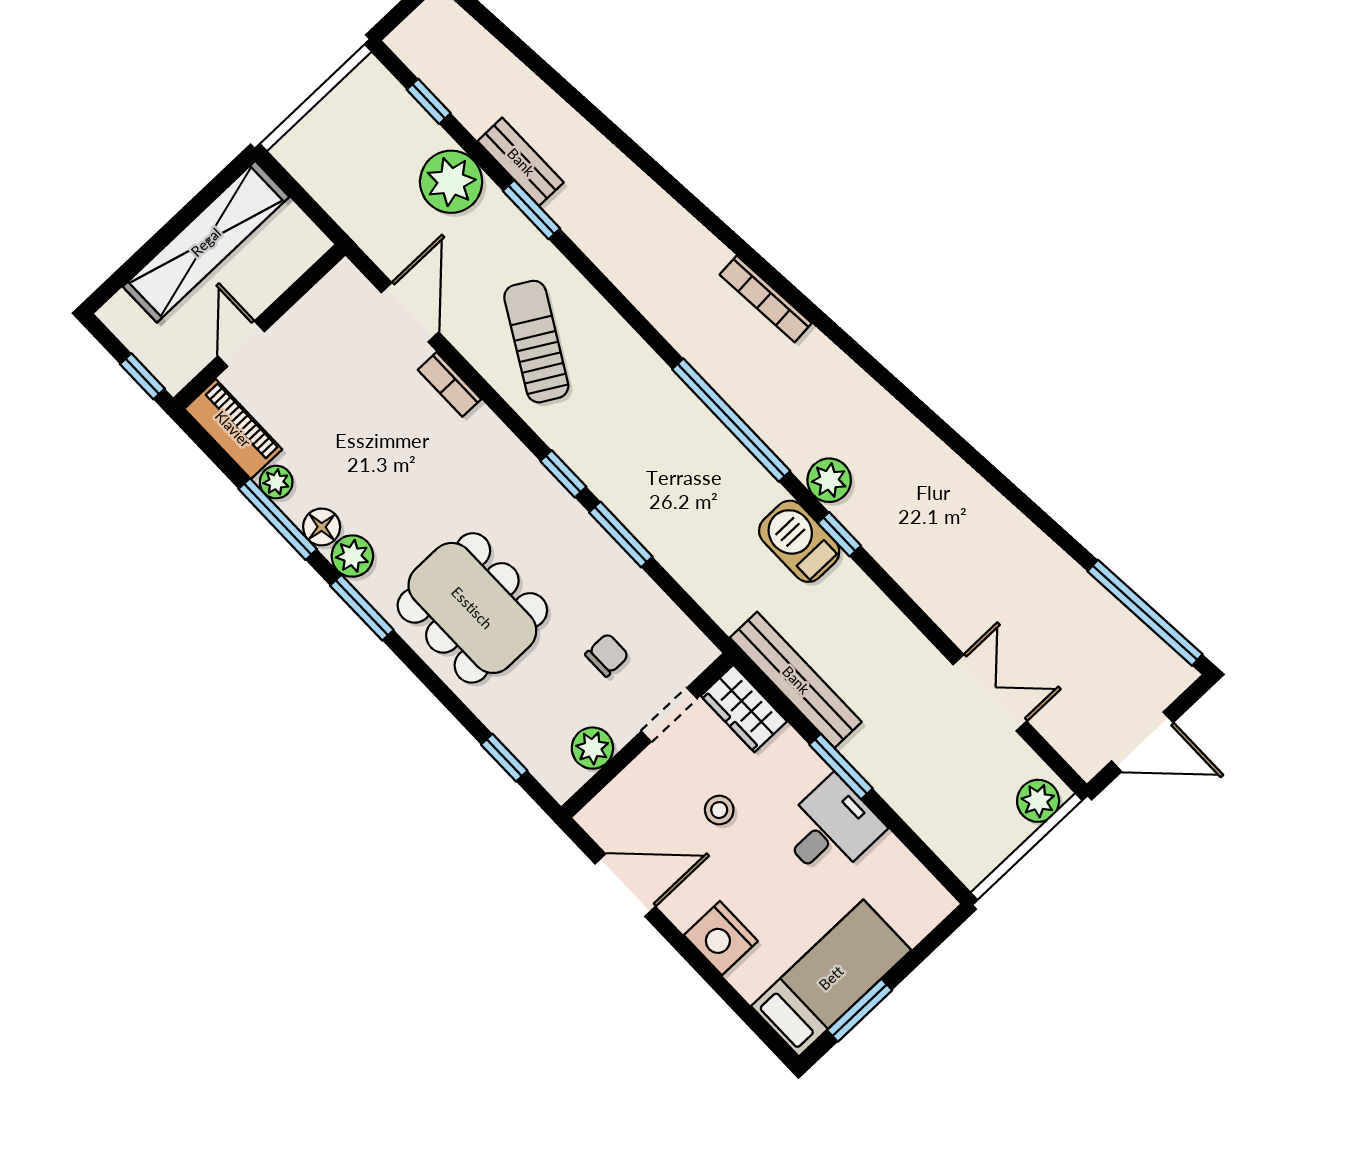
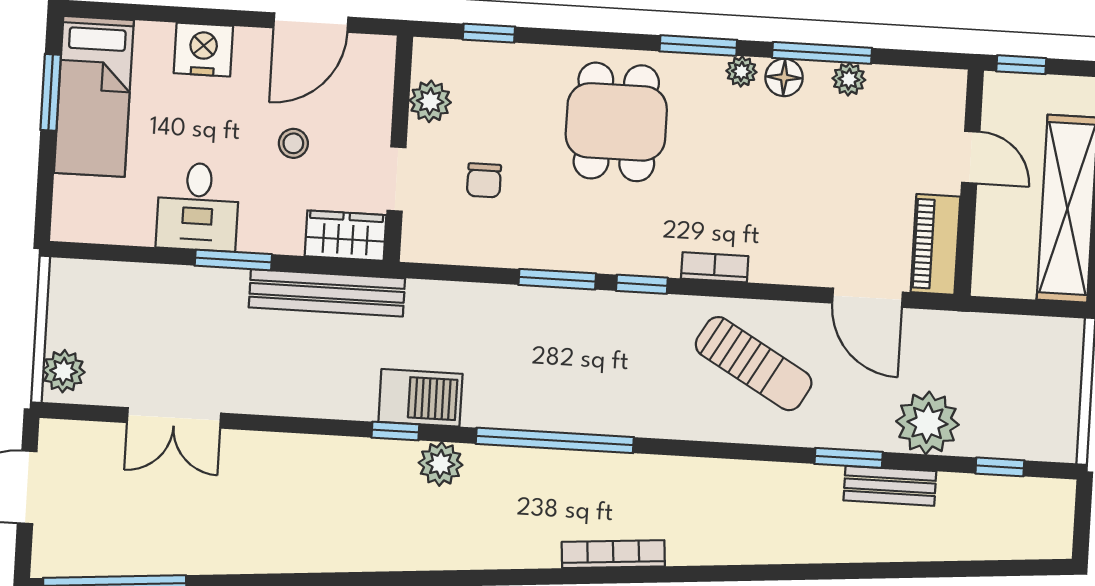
bookcase: (450, 384) -> (715, 267), moved
piano: (233, 429) -> (935, 244), moved, turned 90
plant: (352, 556) -> (741, 71), width x0.73, depth x0.73
dining table: (472, 608) -> (616, 122), width x0.73

